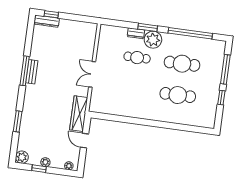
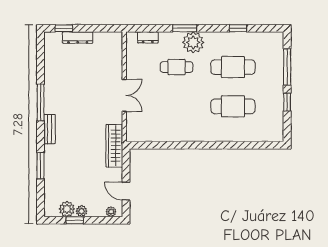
dresser: (47, 21) -> (78, 38), moved
dresser: (136, 33) -> (148, 37), moved
window: (190, 33) -> (238, 28), width x0.32
bench: (32, 72) -> (50, 129), moved
double door: (92, 74) -> (124, 95), swing flipped
door: (85, 141) -> (126, 191), moved
plant: (22, 157) -> (67, 209), moved

